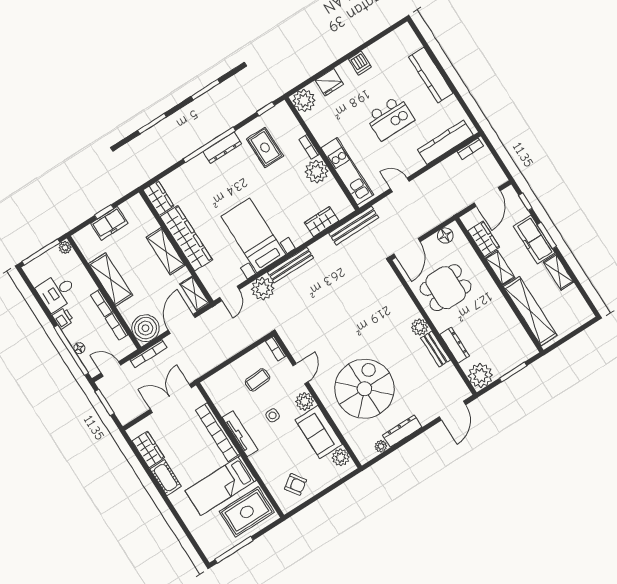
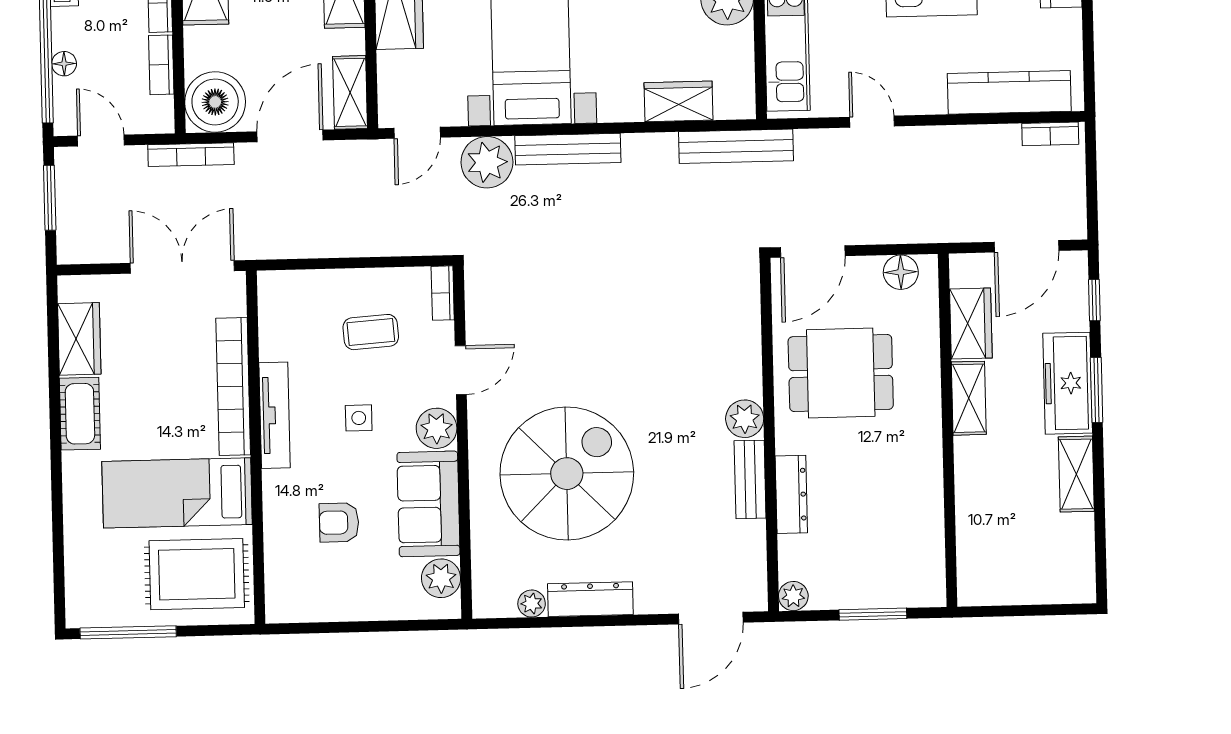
shelving: (530, 311) -> (977, 517), removed
plant: (480, 375) -> (793, 596), width x0.53, depth x0.53
armchair: (295, 484) -> (339, 523), moved, turned 125

